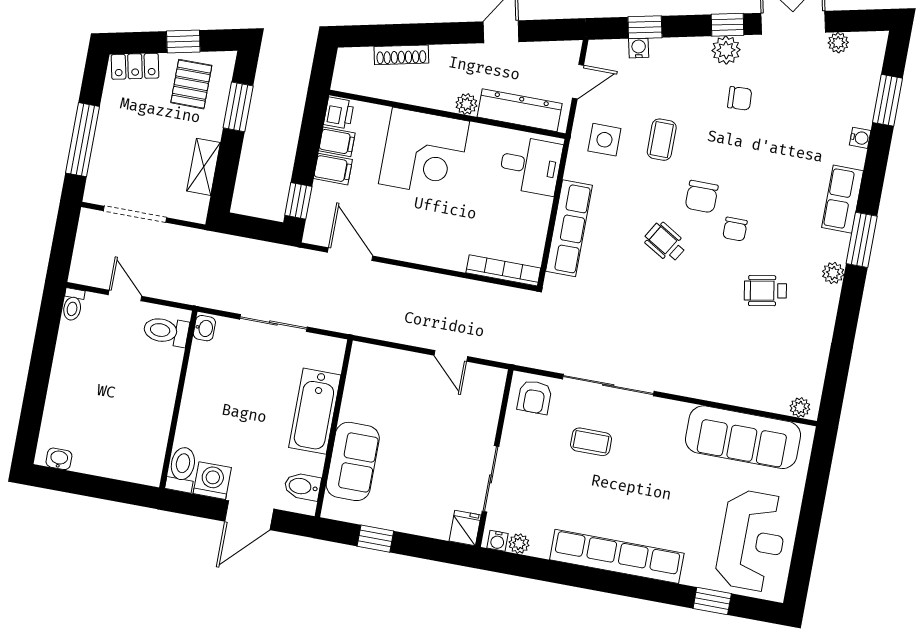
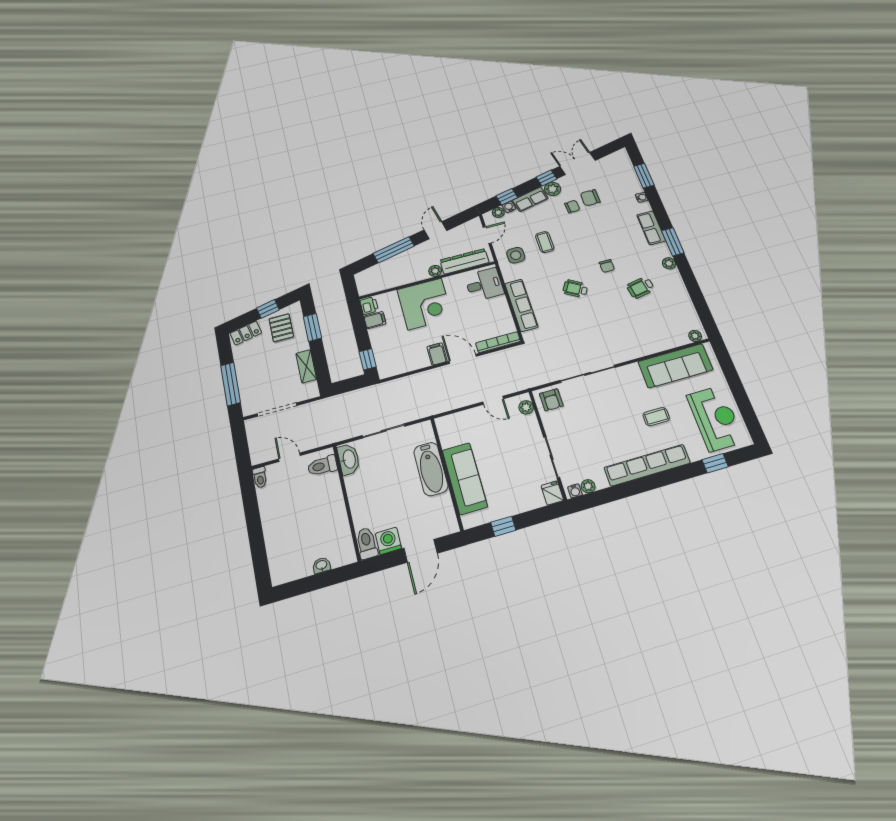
window: (419, 34) -> (394, 250), added
plant: (838, 43) -> (498, 212), moved
row of seats: (680, 51) -> (530, 199), added
shoe rack: (401, 55) -> (389, 263), removed
filing cabinet: (333, 169) -> (437, 354), moved, turned -90
chair: (702, 197) -> (590, 198), moved, turned 90
door: (350, 254) -> (463, 359), moved
washbasin: (204, 328) -> (349, 459), width x1.91, depth x1.45
plant: (493, 390) -> (526, 407), added
coffee table: (591, 442) -> (656, 417), moved
washbasin: (59, 459) -> (321, 565), moved
sofa: (353, 461) -> (465, 478), width x1.36
bidet: (302, 487) -> (445, 517), removed

